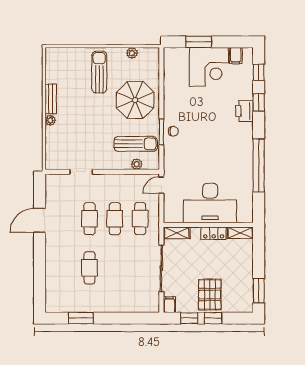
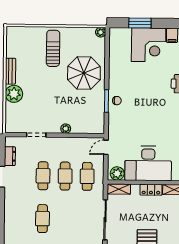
plant: (132, 53) -> (101, 32), moved
plant: (50, 120) -> (14, 94), width x1.88, depth x1.88
sun lounger: (136, 144) -> (84, 111), removed
plant: (137, 164) -> (66, 129), moved
dresser: (51, 197) -> (10, 156), added
plant: (175, 215) -> (117, 173), added

